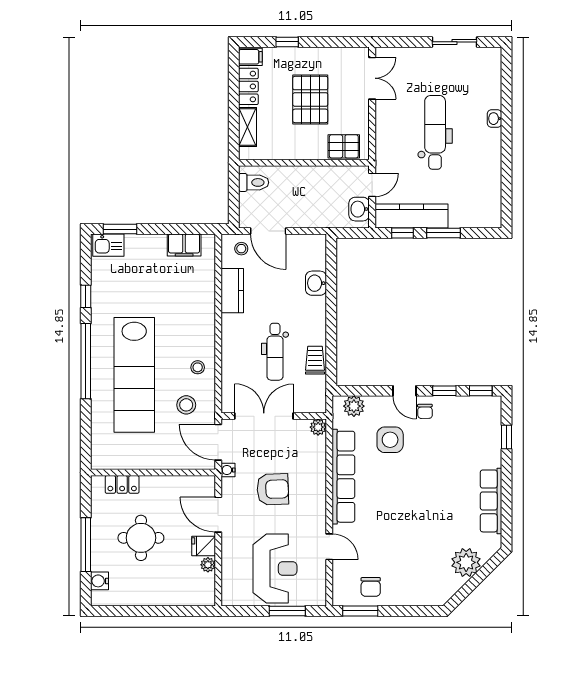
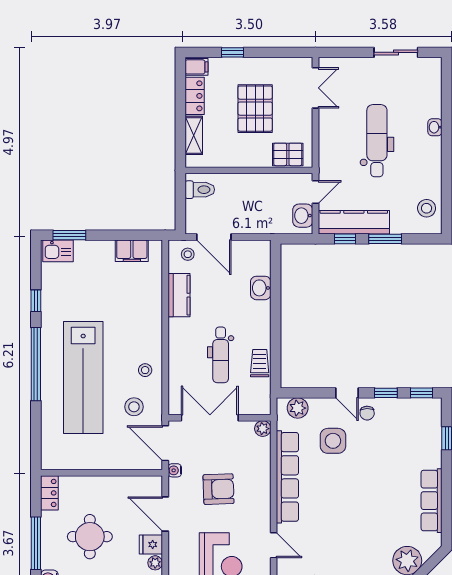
stool: (486, 202) -> (427, 208), added
locker: (122, 484) -> (49, 493), moved, turned -90

